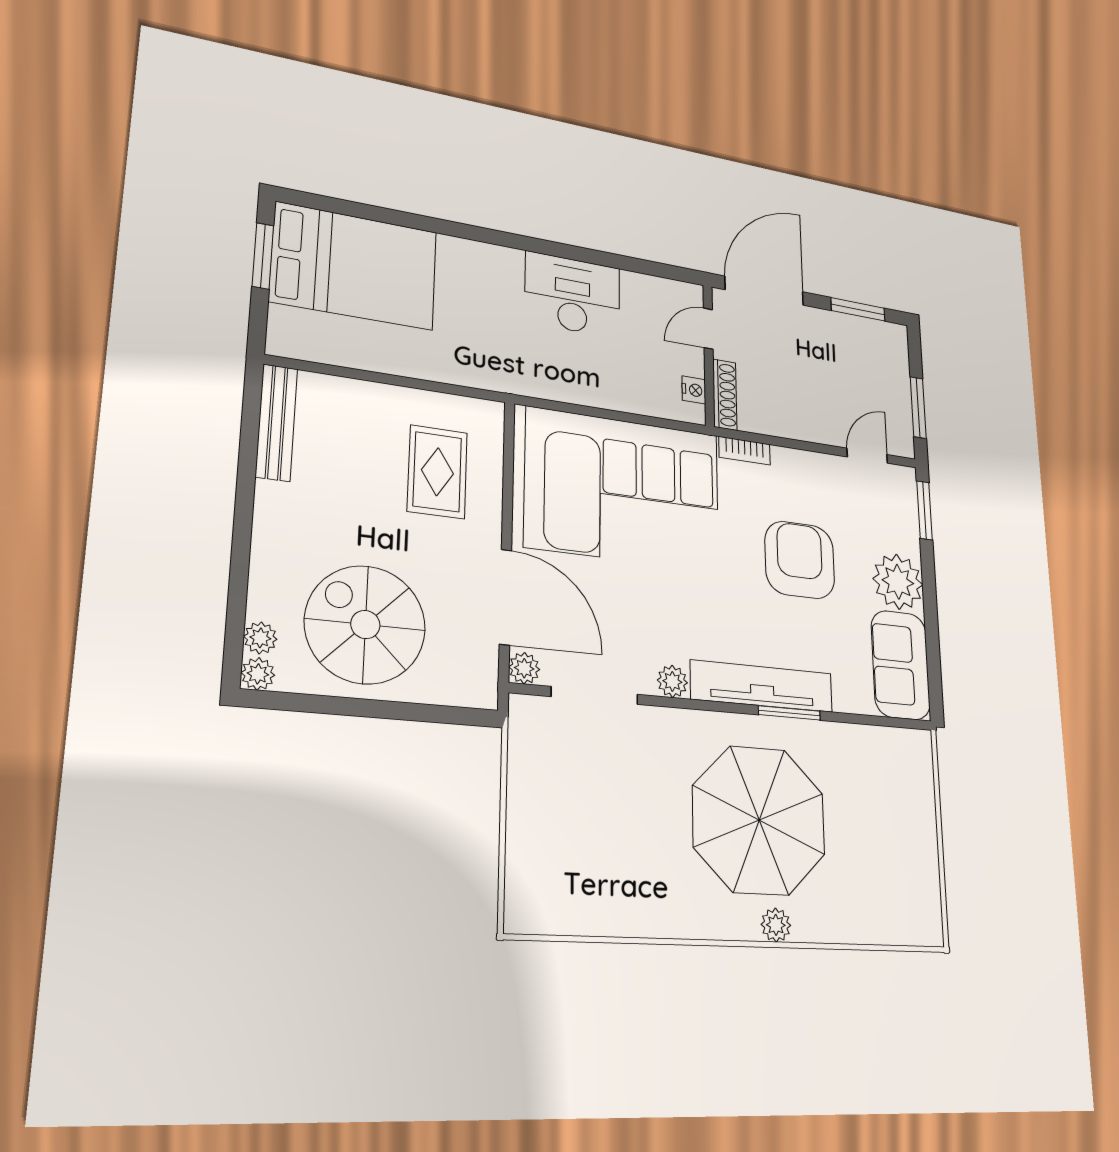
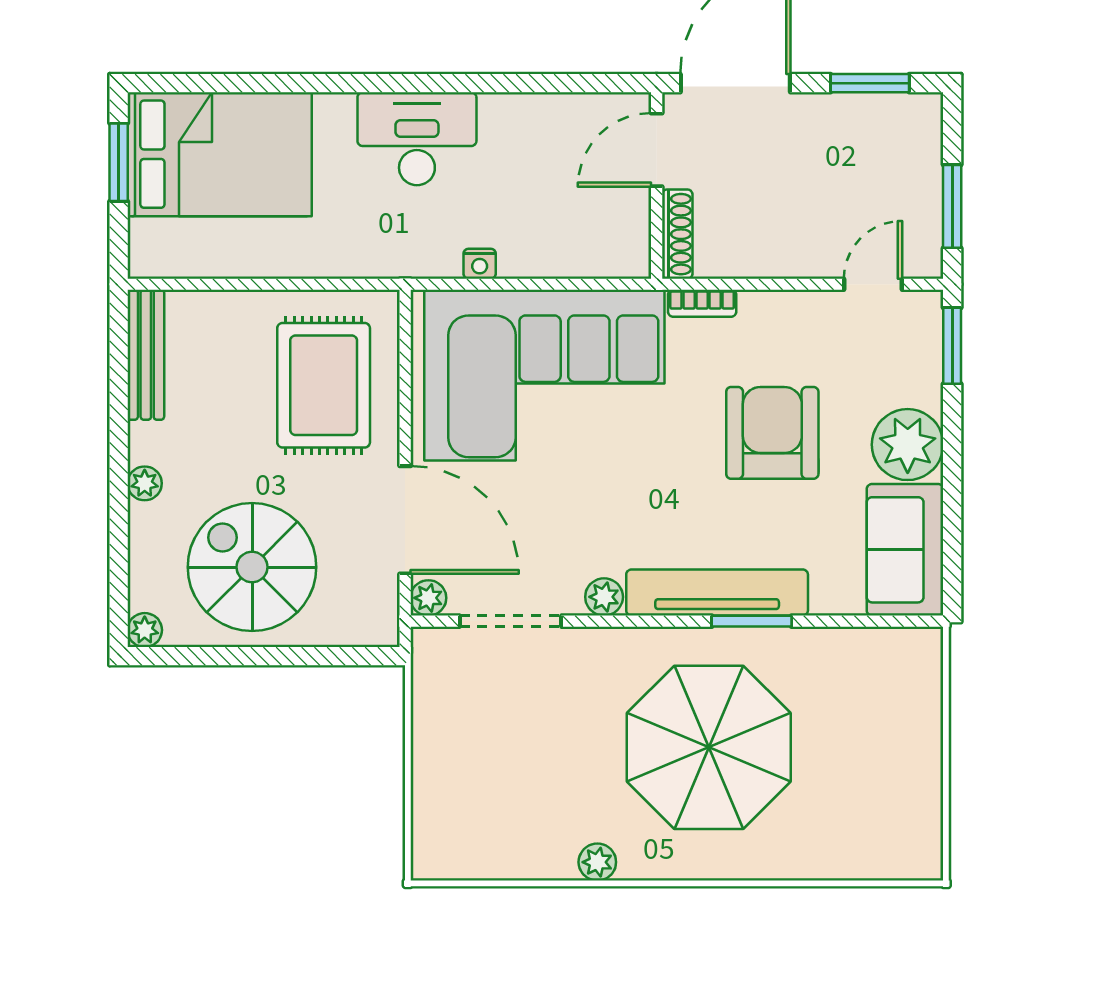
desk: (572, 295) -> (417, 139), moved
door: (708, 329) -> (657, 150), width x1.38
nightstand: (694, 390) -> (480, 264), moved, turned 90
rug: (437, 472) -> (324, 385), width x1.36, depth x1.43
plant: (260, 638) -> (145, 483), moved
plant: (776, 925) -> (597, 862), moved

